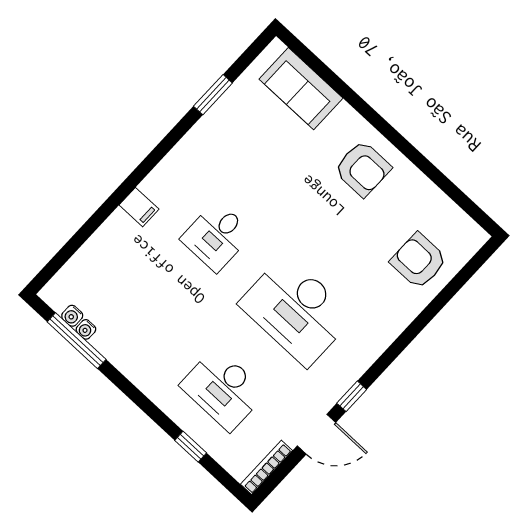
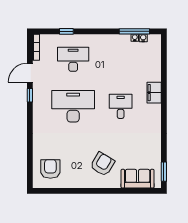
window: (213, 95) -> (164, 172), moved
armchair: (363, 169) -> (102, 164), moved, turned 121
filing cabinet: (139, 207) -> (154, 93), width x2.00
armchair: (419, 261) -> (50, 169), moved, turned -90

